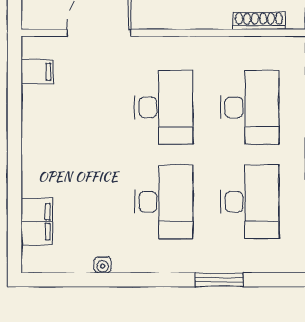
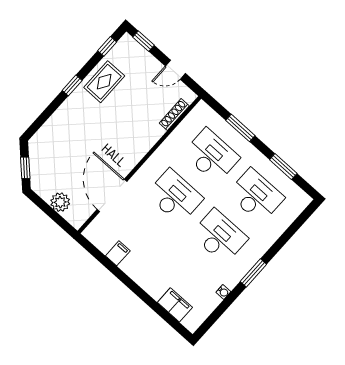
filing cabinet: (37, 72) -> (118, 253), moved
window: (219, 280) -> (253, 273), moved

